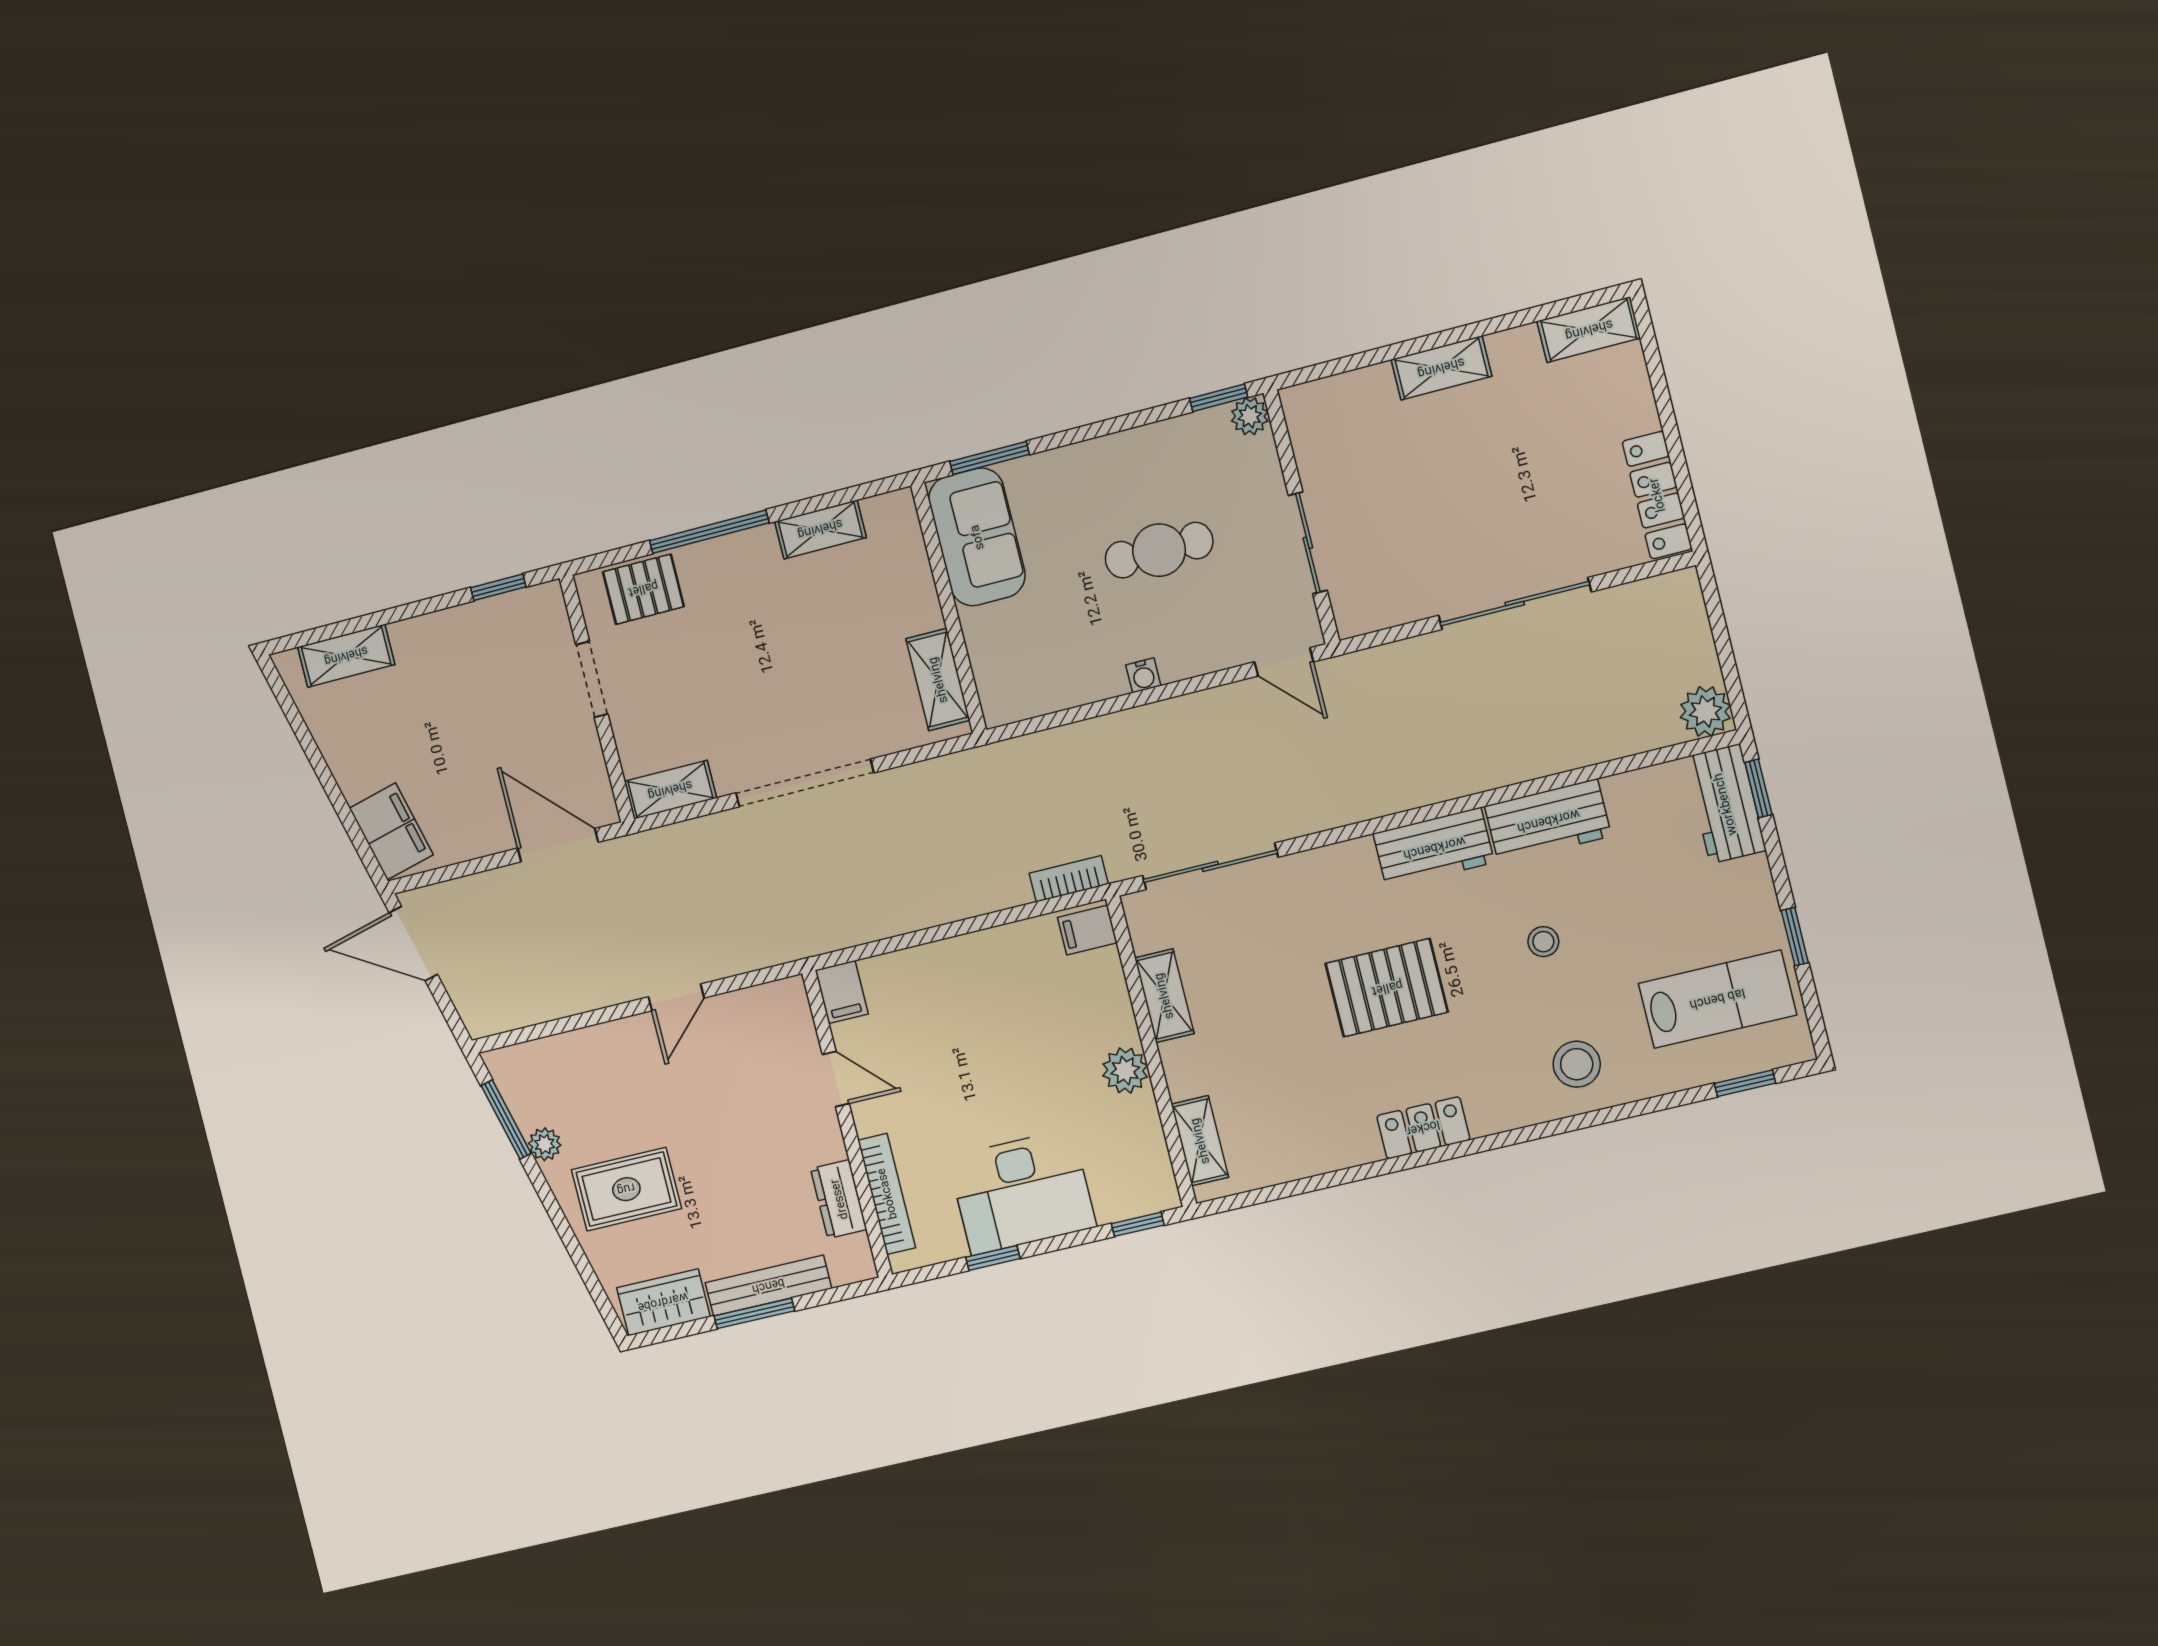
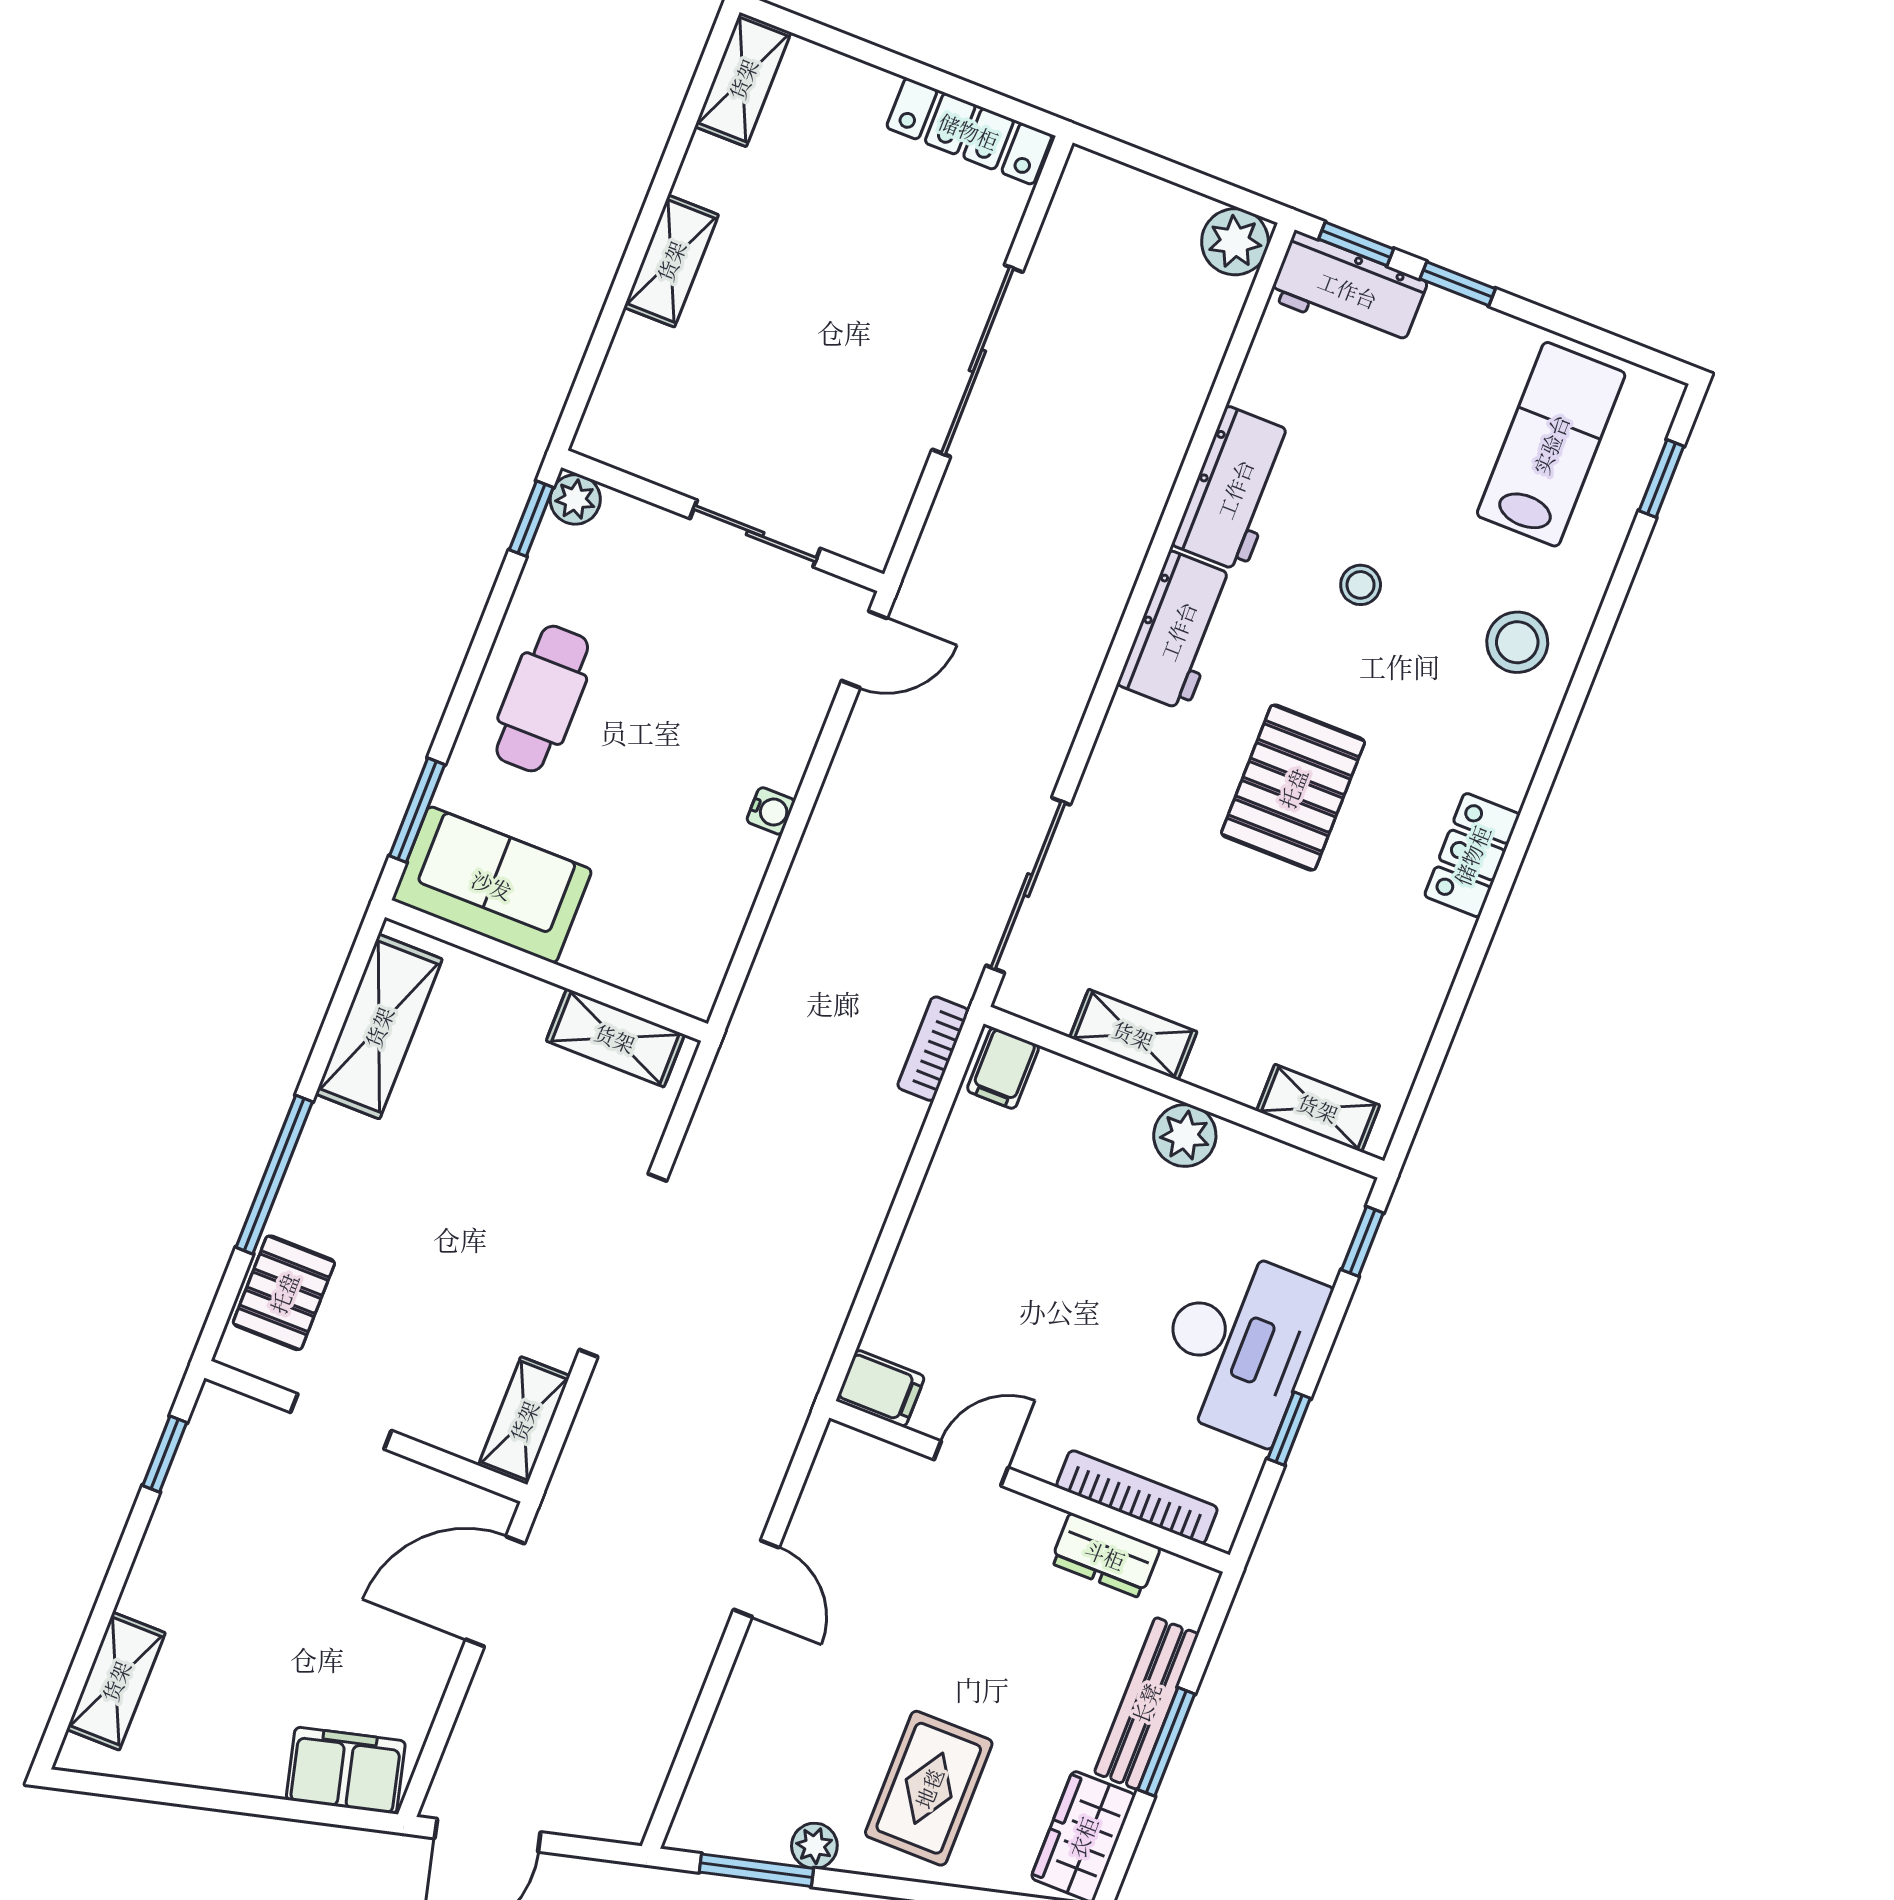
shelving: (820, 529) -> (379, 1027), width x1.50, depth x1.33
cafe table: (1159, 550) -> (542, 699), moved
window: (1795, 937) -> (1458, 284), moved

